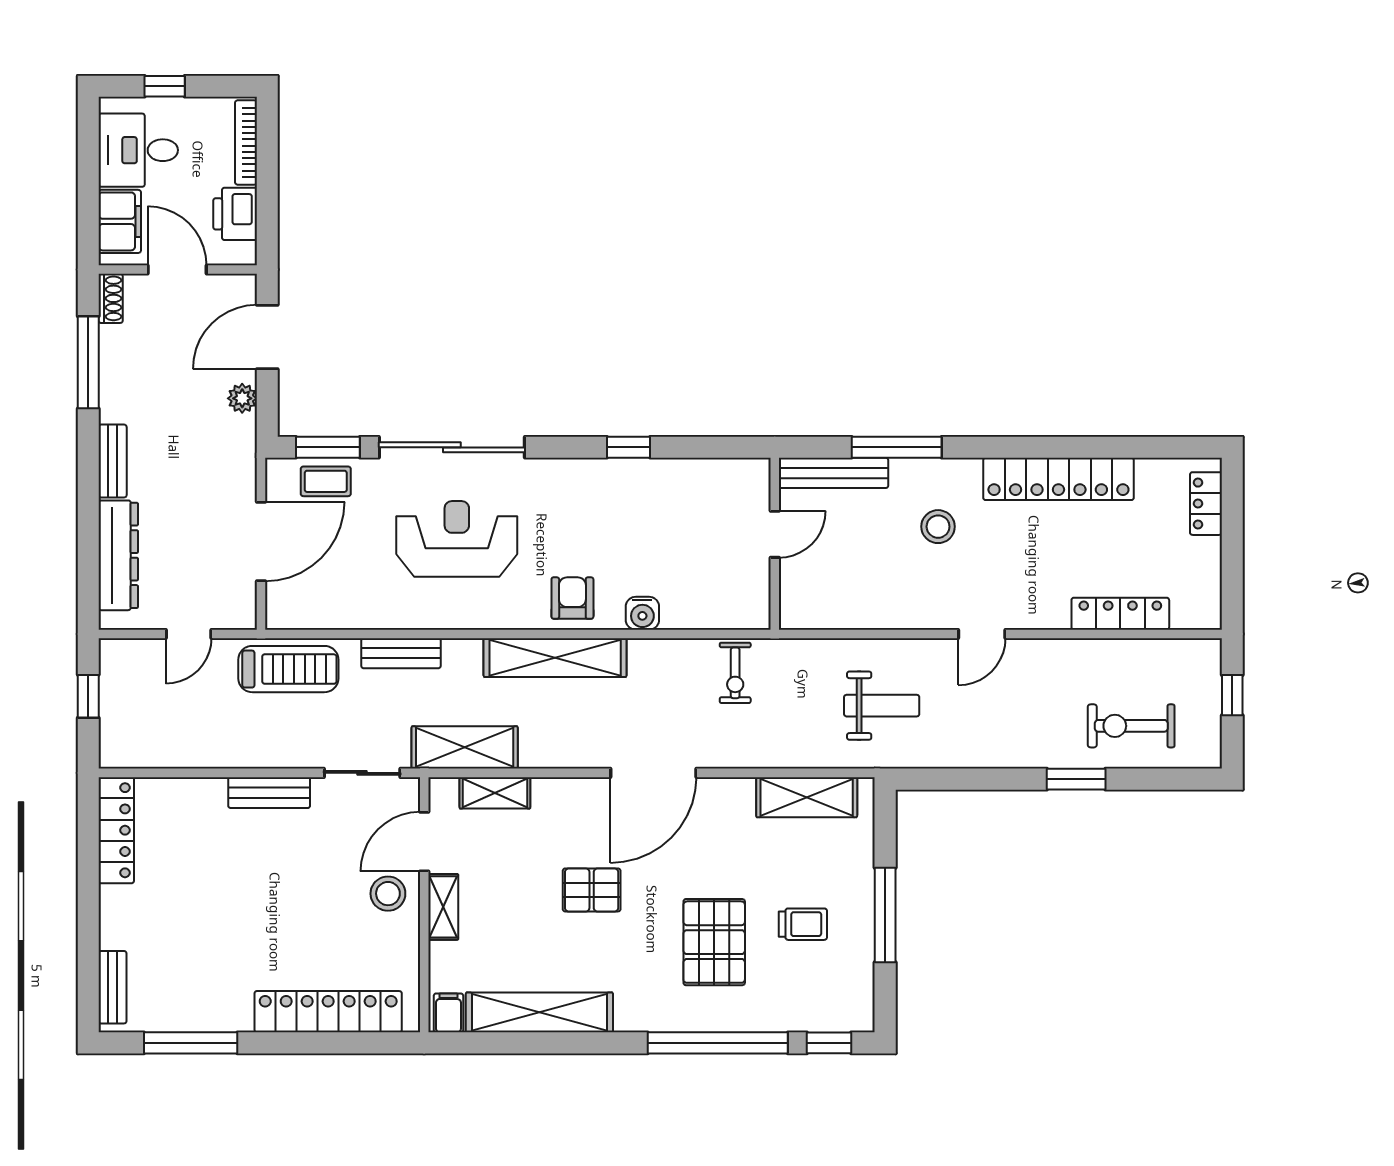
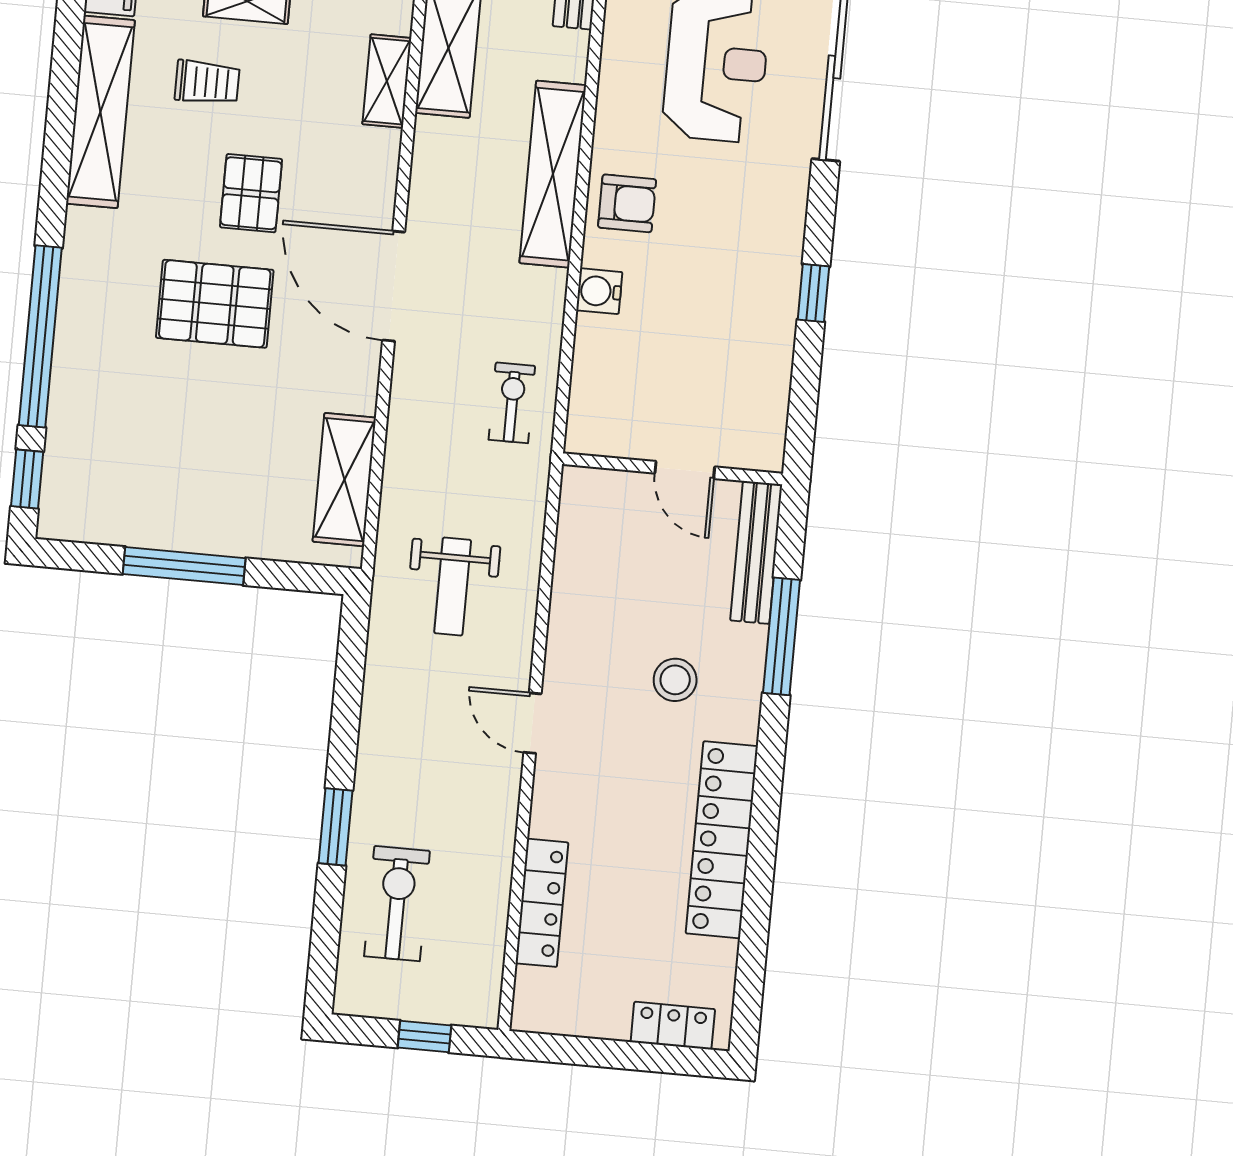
exercise bike: (735, 673) -> (512, 403), turned 90
trolley: (803, 924) -> (207, 82), moved, turned -90
pallet: (714, 942) -> (215, 304), moved

